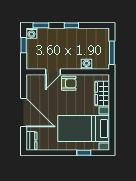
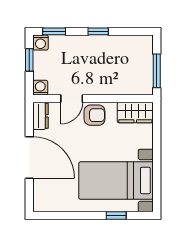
washing machine: (86, 64) -> (40, 88), moved
wardrobe: (102, 93) -> (135, 113), moved, turned -90
dresser: (31, 141) -> (41, 116), moved

